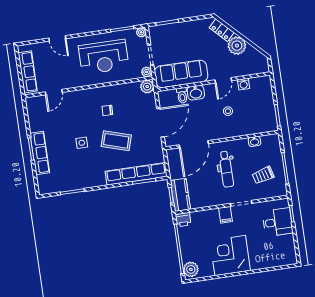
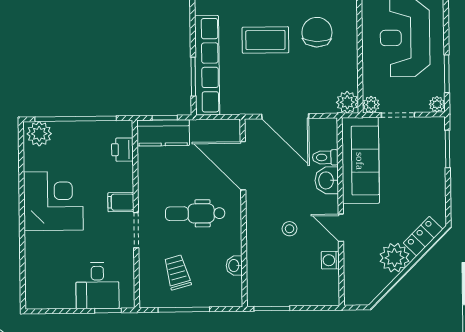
chair: (107, 110) -> (317, 32), width x1.87, depth x1.87
coffee table: (116, 141) -> (265, 40), turned 73
printer: (183, 220) -> (122, 150), moved

